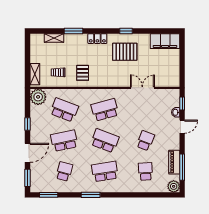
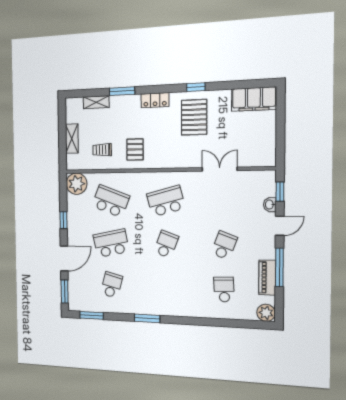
pallet: (125, 52) -> (194, 117), turned 90
shelving: (35, 74) -> (72, 139), moved
school desk: (105, 141) -> (166, 244), width x0.54
window: (182, 167) -> (279, 267), moved
school desk: (105, 171) -> (166, 287), removed

